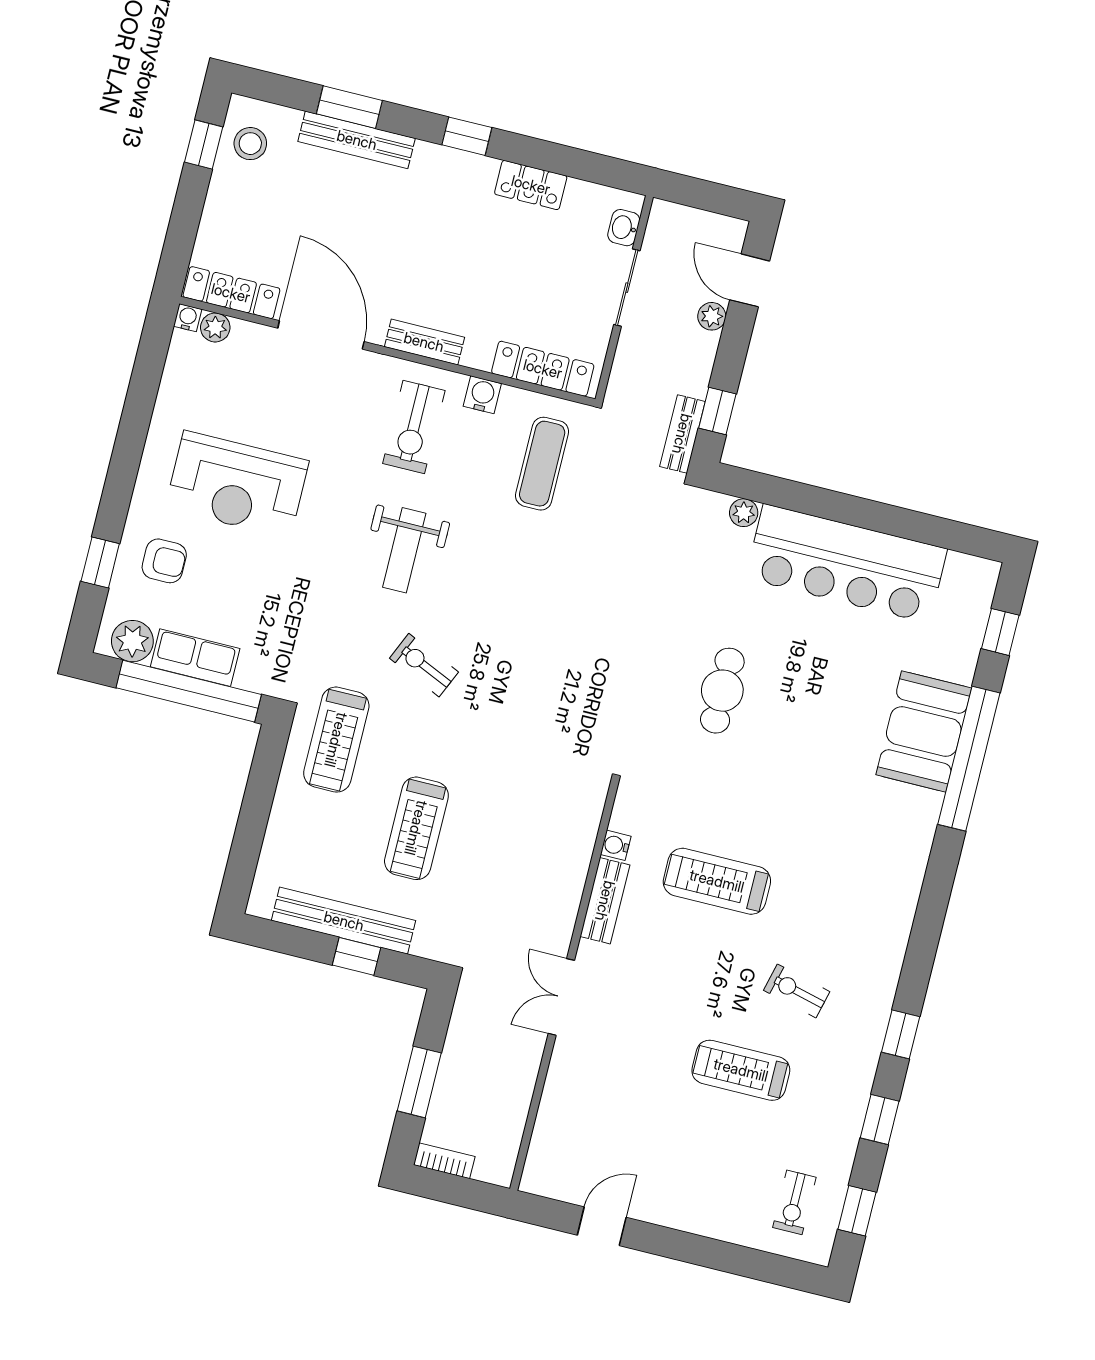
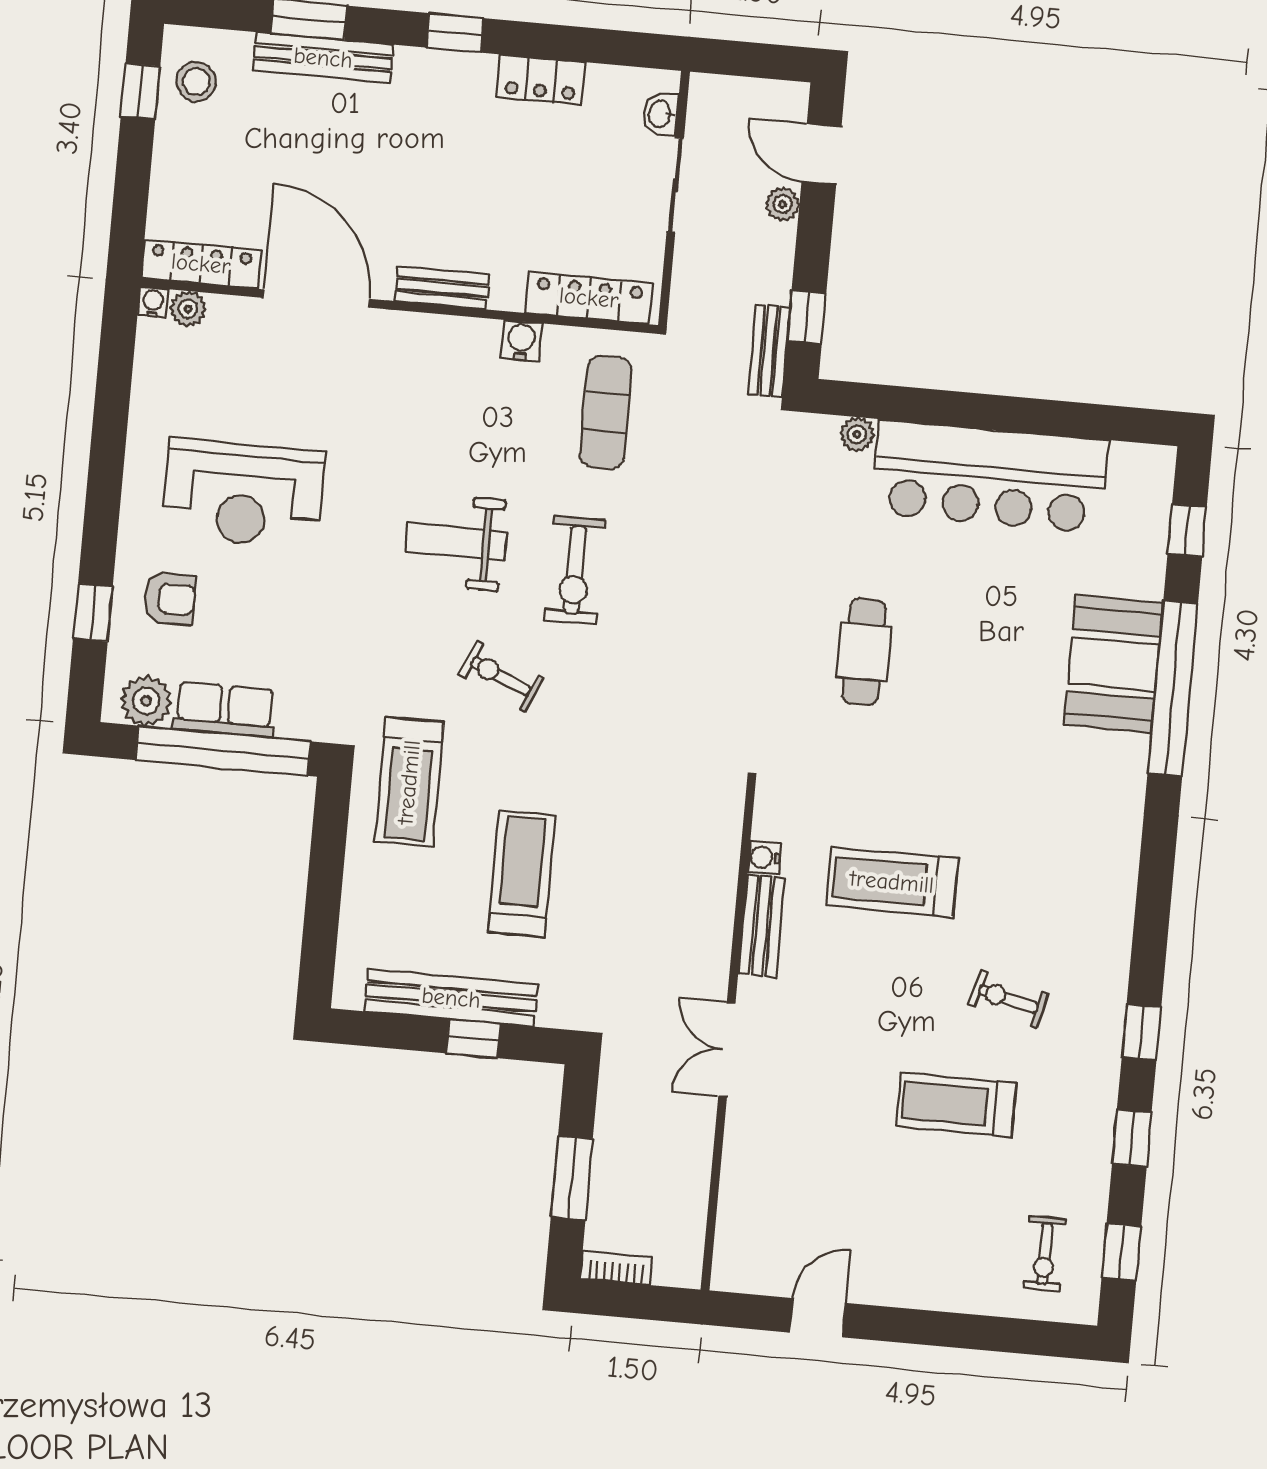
exercise bike: (414, 427) -> (575, 570), moved
weight bench: (404, 550) -> (456, 542), turned 90
treadmill: (416, 828) -> (522, 874), turned 180

